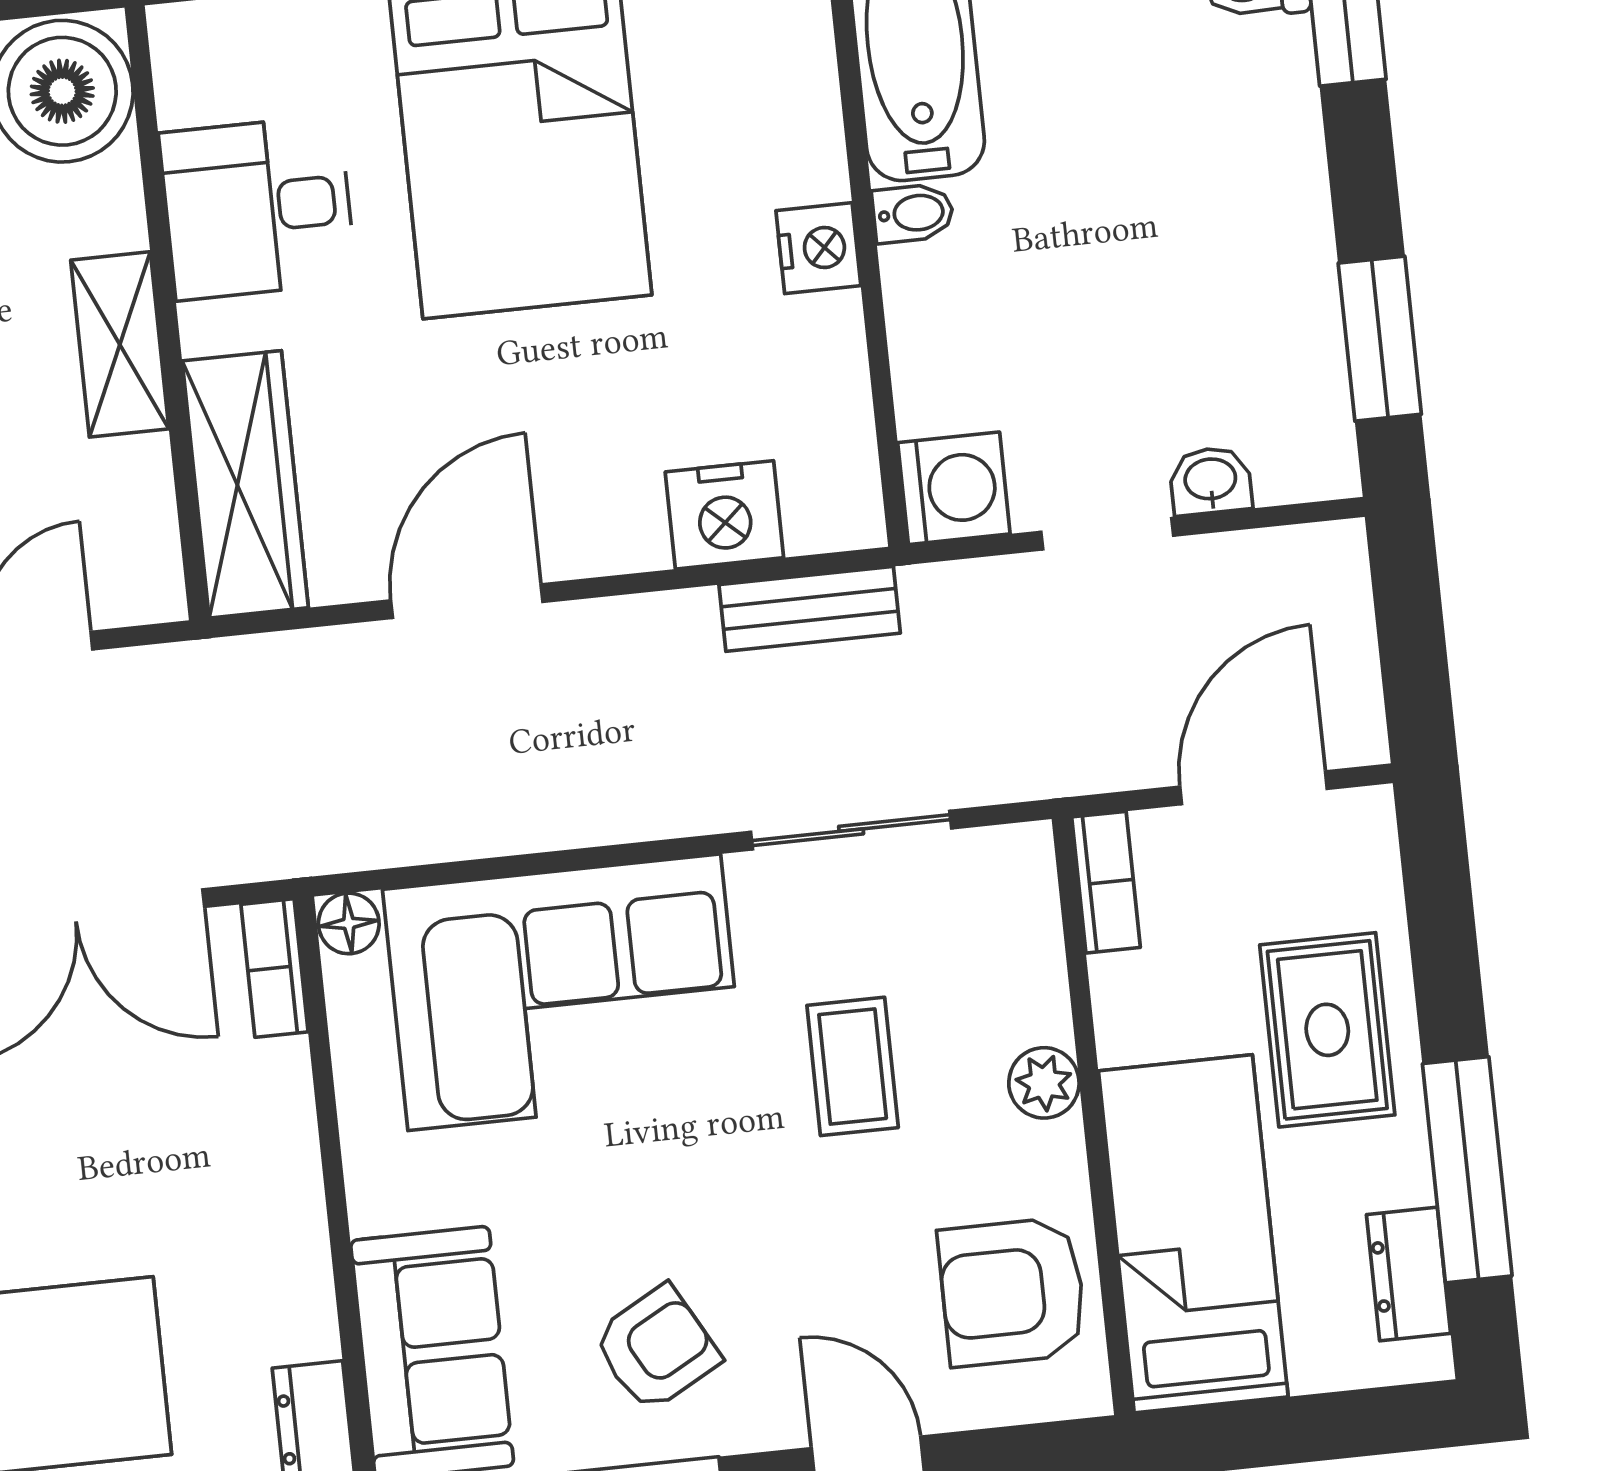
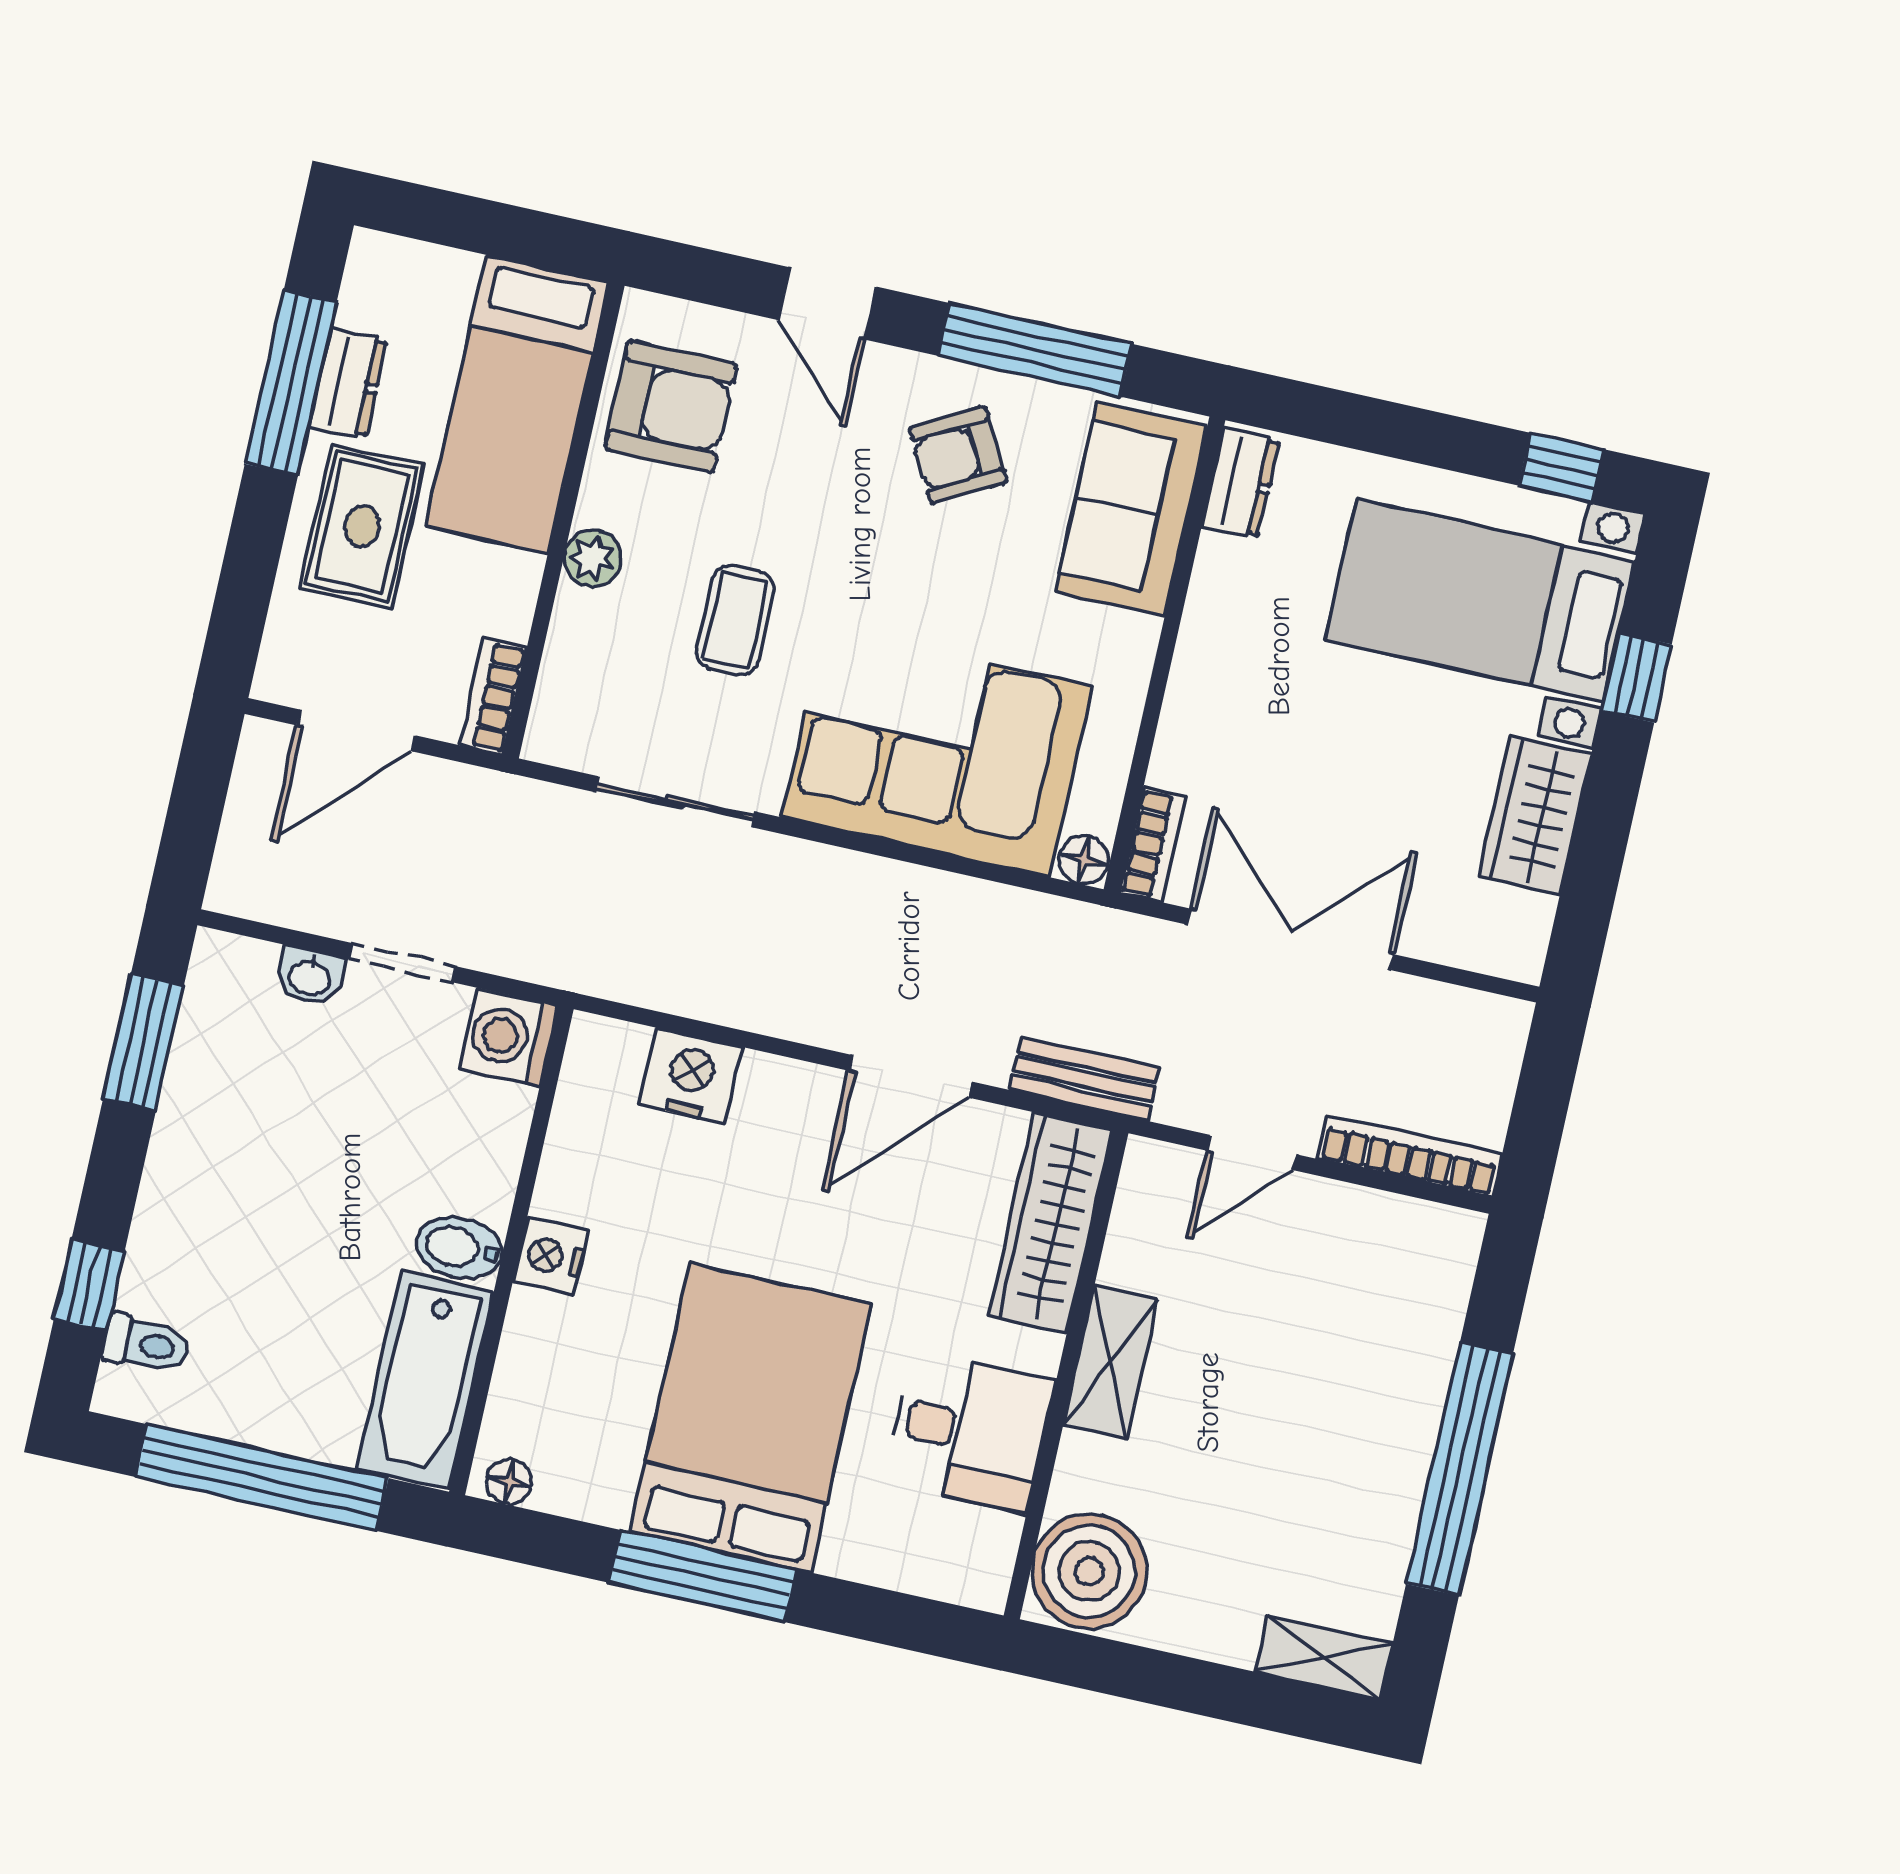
bidet: (913, 213) -> (459, 1248), width x1.38, depth x1.36
bench: (810, 609) -> (1084, 1079), moved
dresser: (1409, 1274) -> (348, 383), moved

